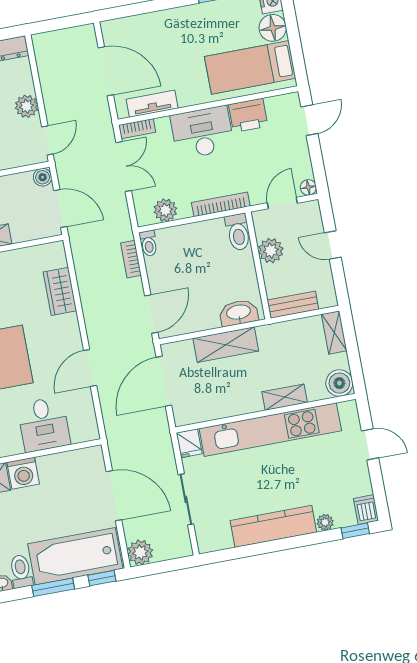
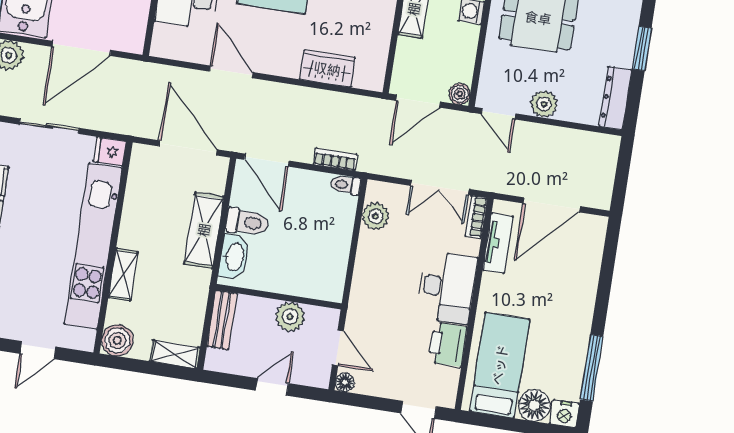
bookcase: (221, 204) -> (360, 280), removed
toilet: (238, 232) -> (247, 222), moved, turned 180

